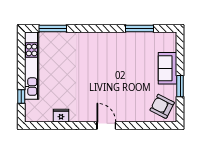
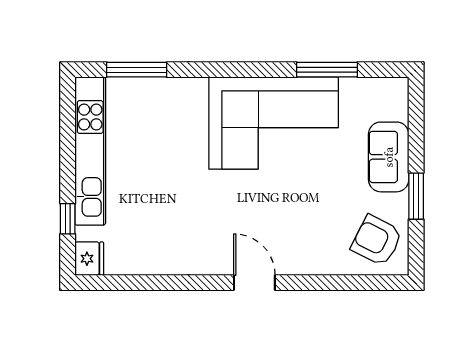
corner sofa: (115, 53) -> (274, 123), added
fridge: (61, 116) -> (89, 259), moved, turned 90

